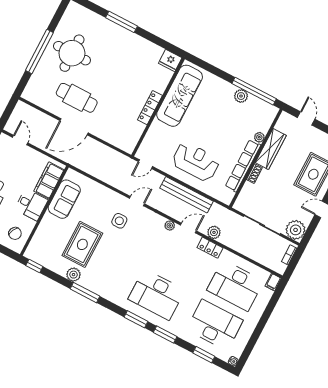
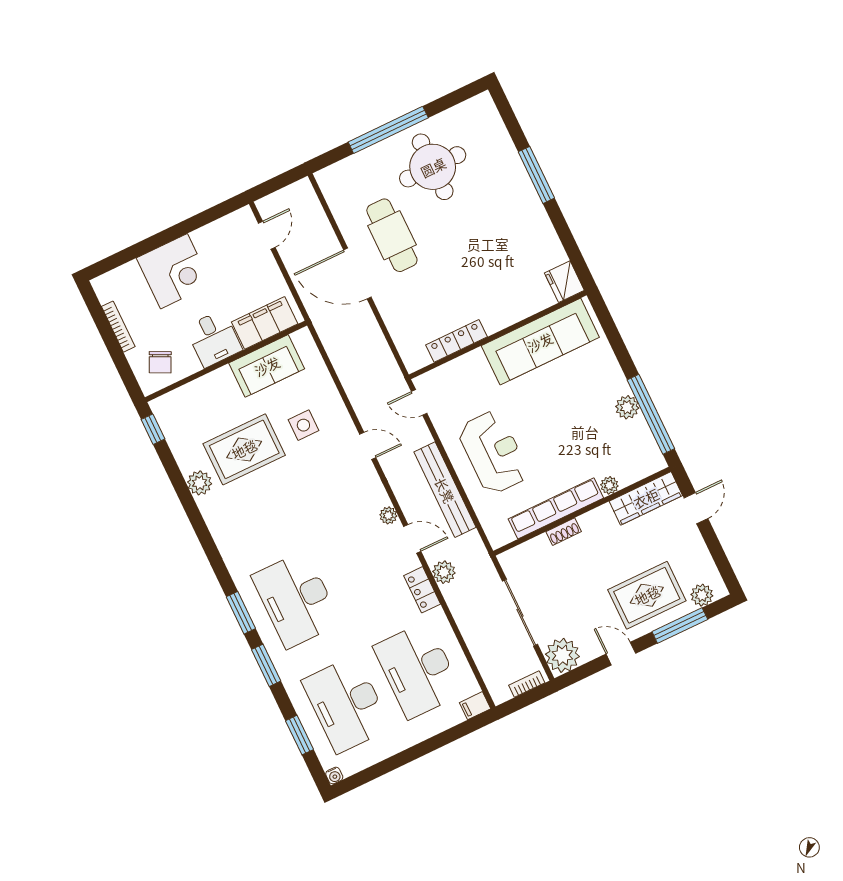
locker: (150, 108) -> (456, 341), moved
wardrobe: (271, 149) -> (646, 498), moved
side table: (119, 221) -> (303, 425), moved
window: (85, 293) -> (197, 521), removed
desk: (215, 325) -> (346, 704), turned 180

